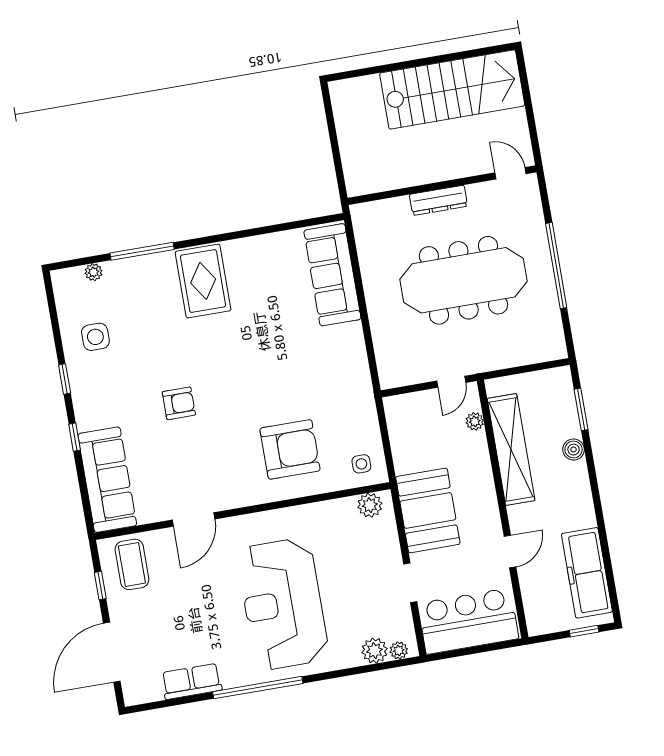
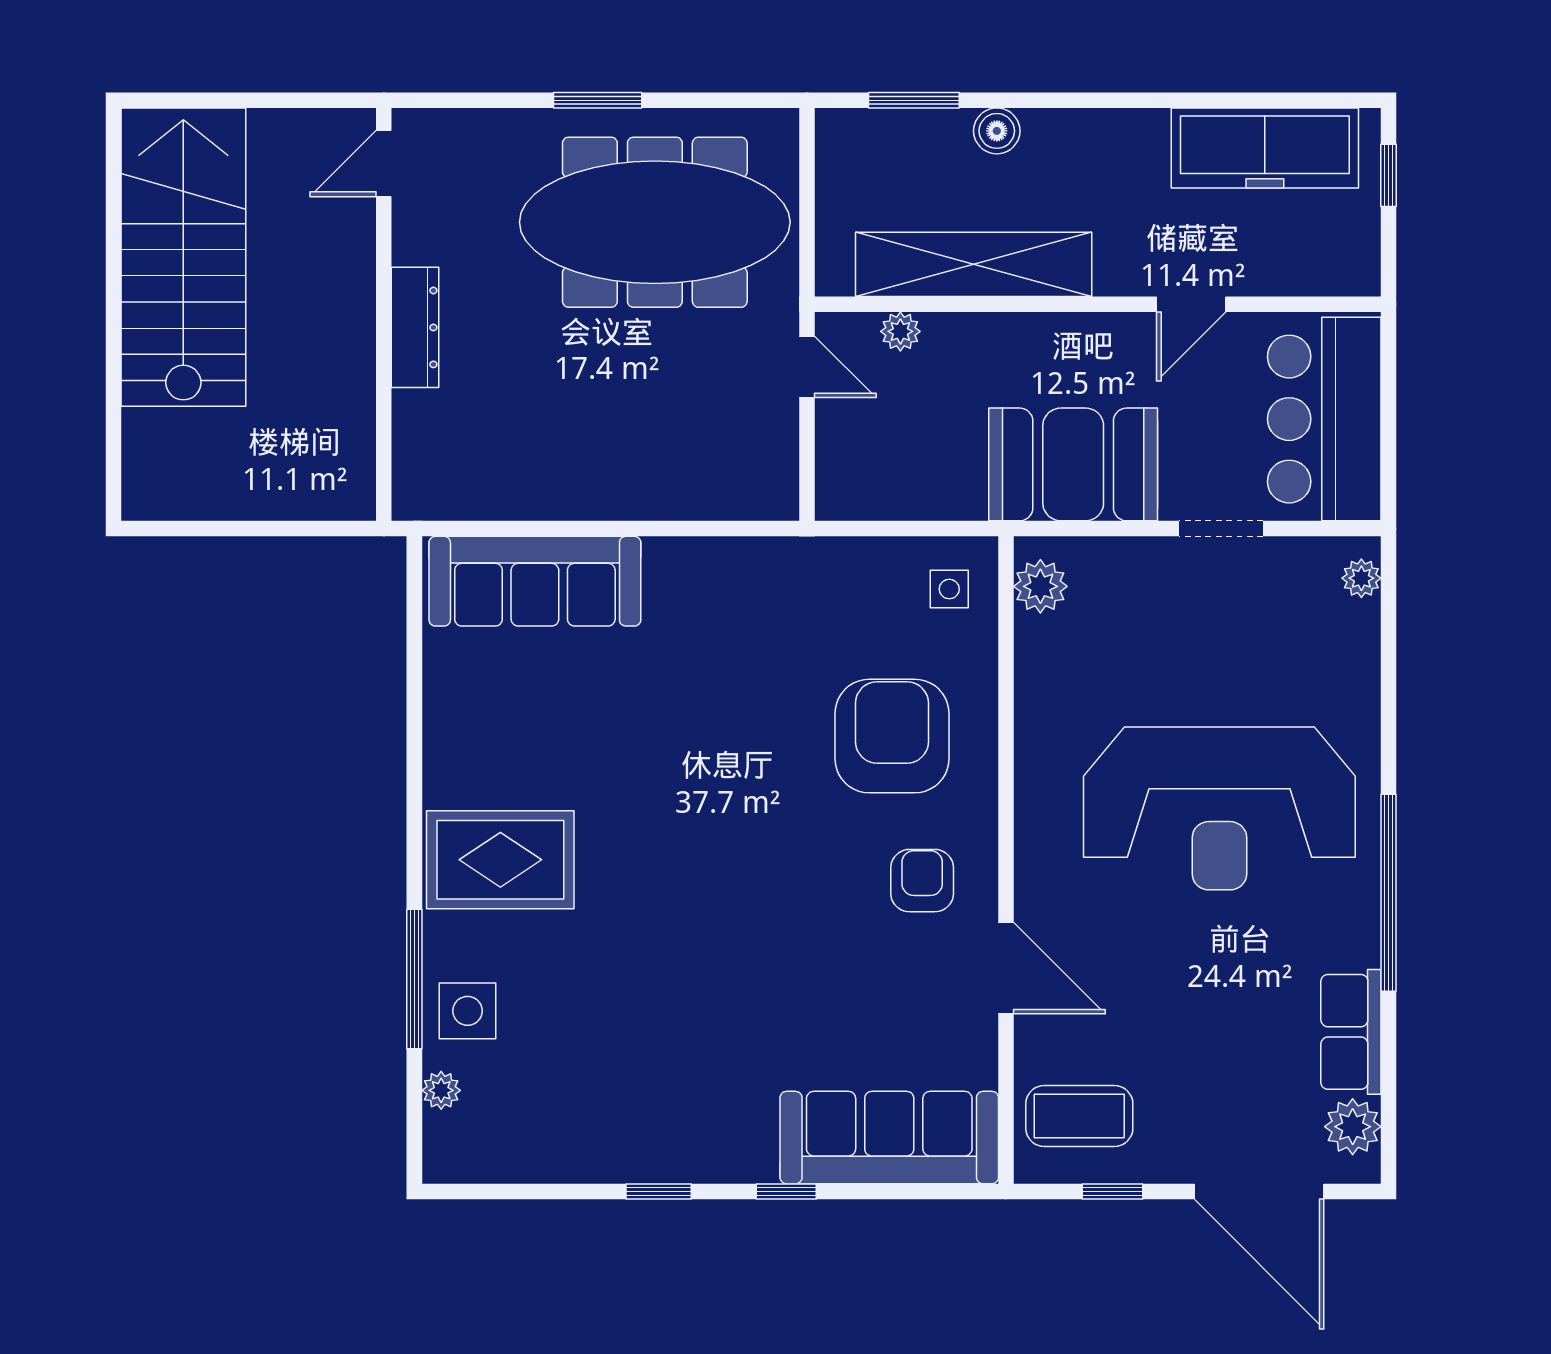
window: (556, 266) -> (598, 100), width x0.47
meeting table: (464, 280) -> (655, 222), moved, turned 90
side table: (95, 337) -> (468, 1011), moved
armchair: (179, 403) -> (922, 881), moved
door: (510, 552) -> (1191, 304), swing flipped
plant: (375, 651) -> (1353, 1127), moved

